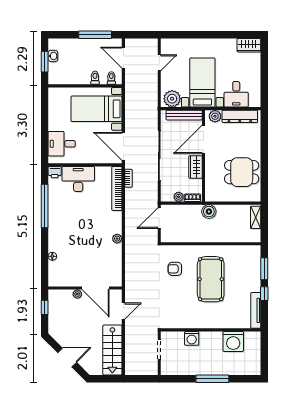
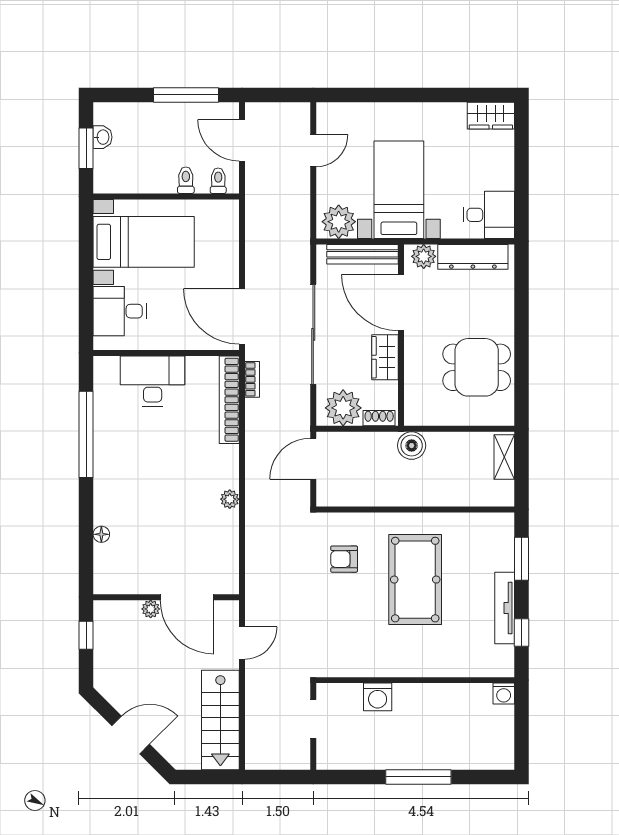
desk: (236, 94) -> (489, 215), moved, turned -90
bed with nightstands: (96, 109) -> (144, 242), moved, turned 180
door: (203, 139) -> (401, 303), hinge flipped
printer: (55, 172) -> (106, 367), removed
plant: (179, 197) -> (343, 408), width x1.87, depth x1.87
window: (264, 294) -> (521, 632), moved
tv unit: (256, 310) -> (505, 608), moved
washing machine: (233, 341) -> (504, 694), moved, width x0.53, depth x0.53

